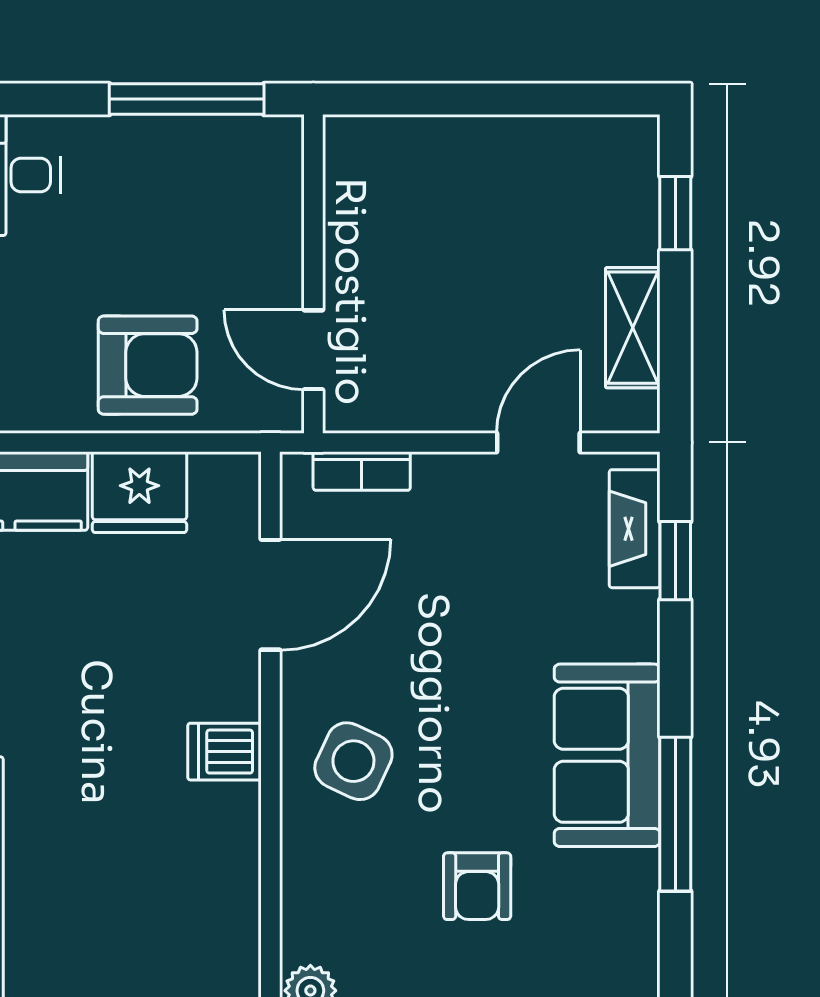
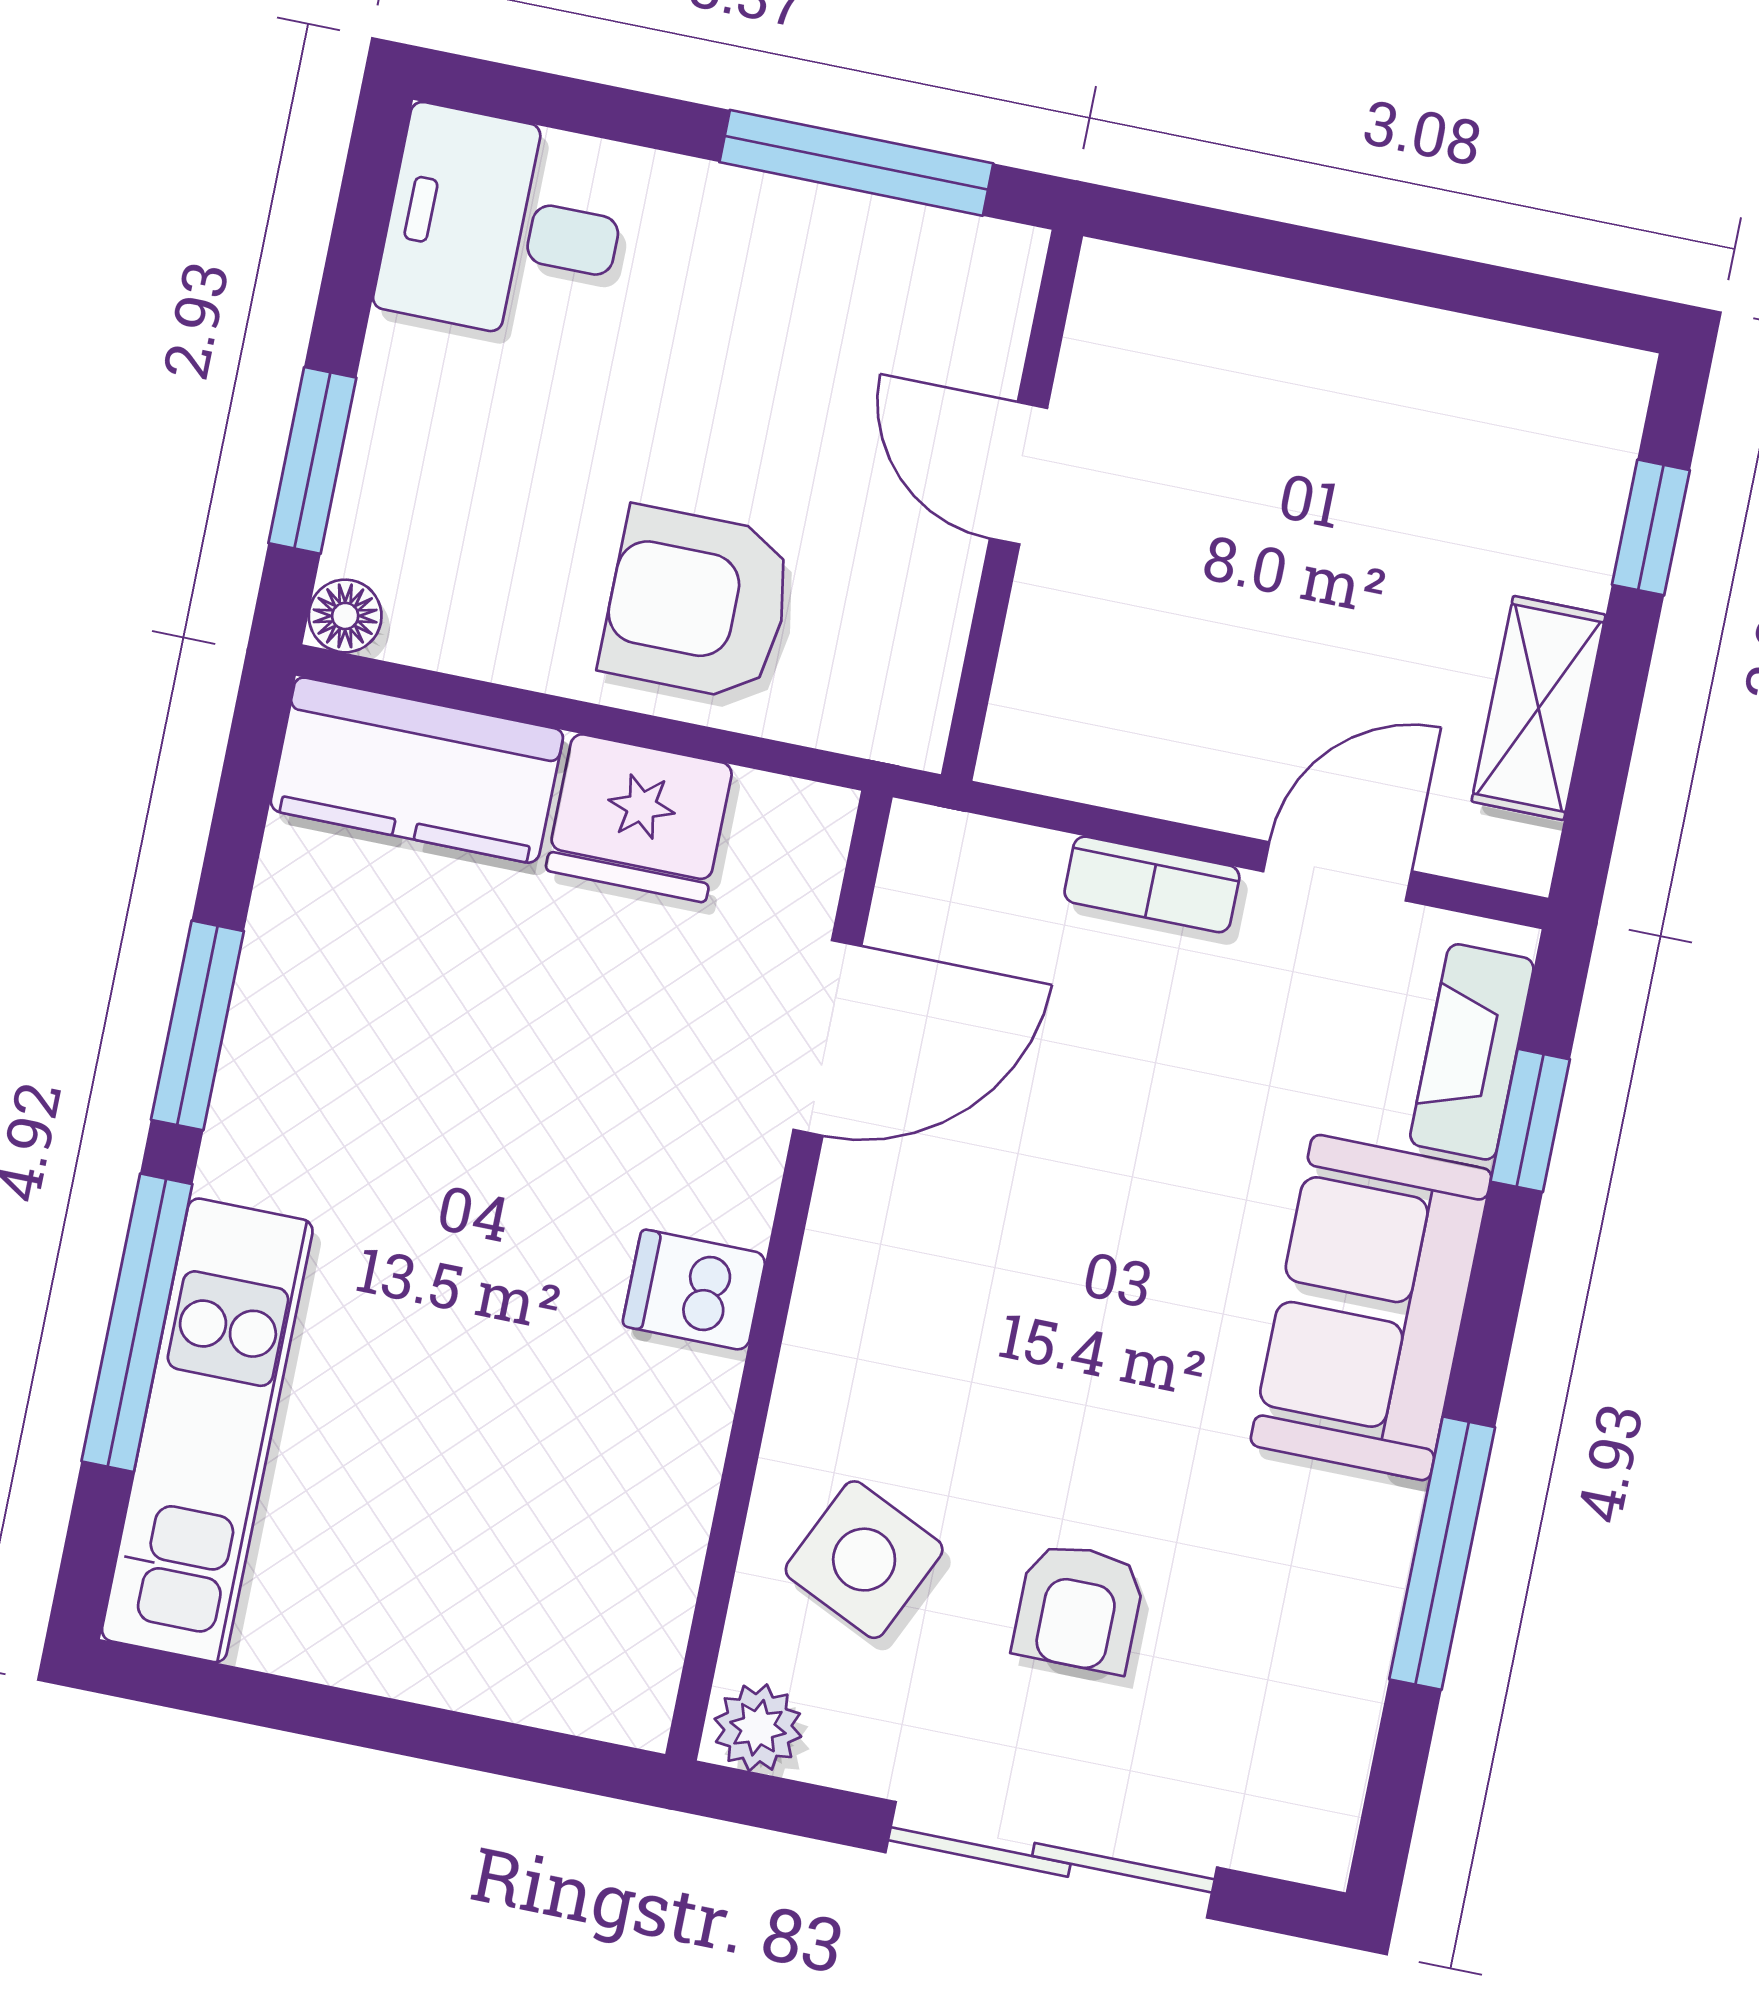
door: (313, 350) -> (1019, 473), moved
armchair: (148, 365) -> (697, 603), turned 180
bookcase: (362, 471) -> (1152, 884), moved
sofa: (607, 755) -> (1371, 1308), moved
side table: (353, 761) -> (864, 1560), moved

